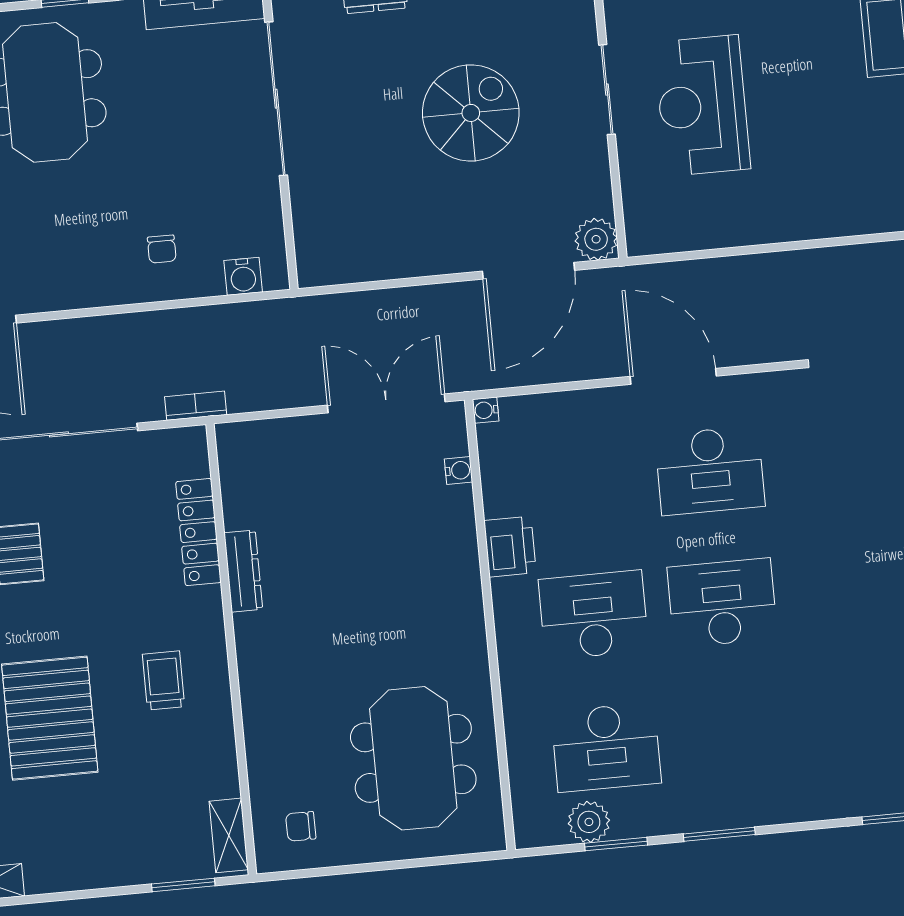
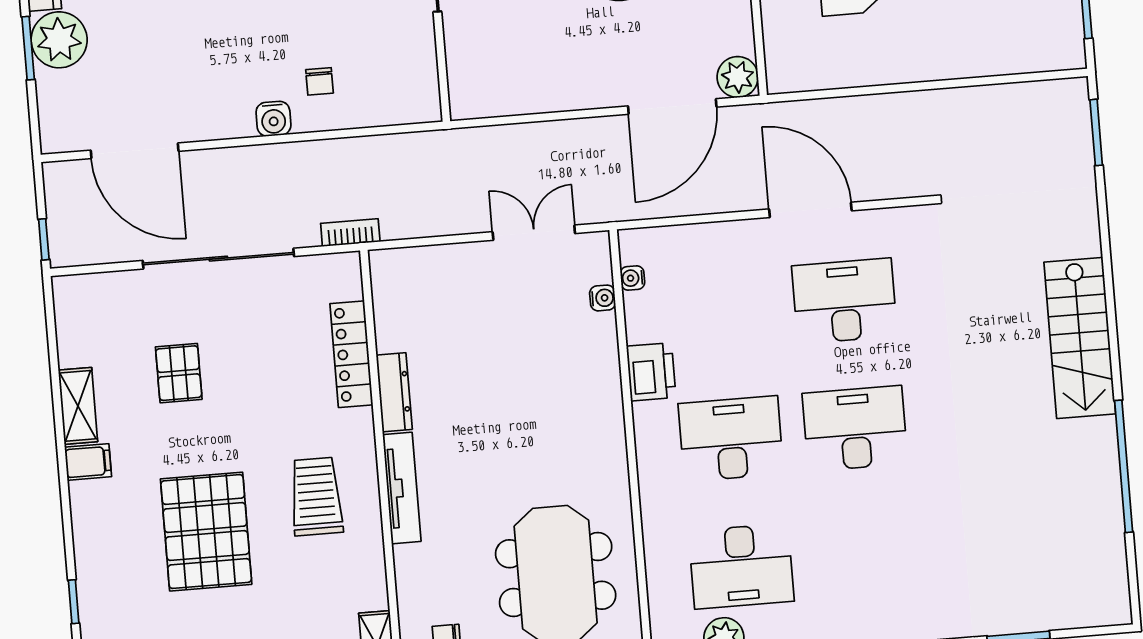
water cooler: (243, 276) -> (273, 119), moved
double door: (386, 403) -> (534, 233), width x0.73
water cooler: (486, 410) -> (632, 278), moved
desk: (710, 471) -> (844, 301), turned 180
tv unit: (252, 670) -> (402, 488), added
trolley: (164, 680) -> (316, 497), width x1.36, depth x1.39

